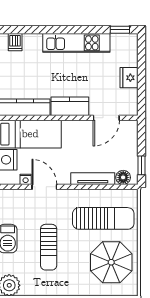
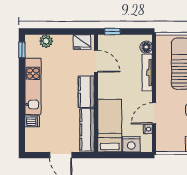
dishwasher: (15, 42) -> (32, 121), moved
plant: (130, 58) -> (46, 41), added
fridge: (129, 78) -> (82, 42), moved
window: (141, 165) -> (112, 32), moved

